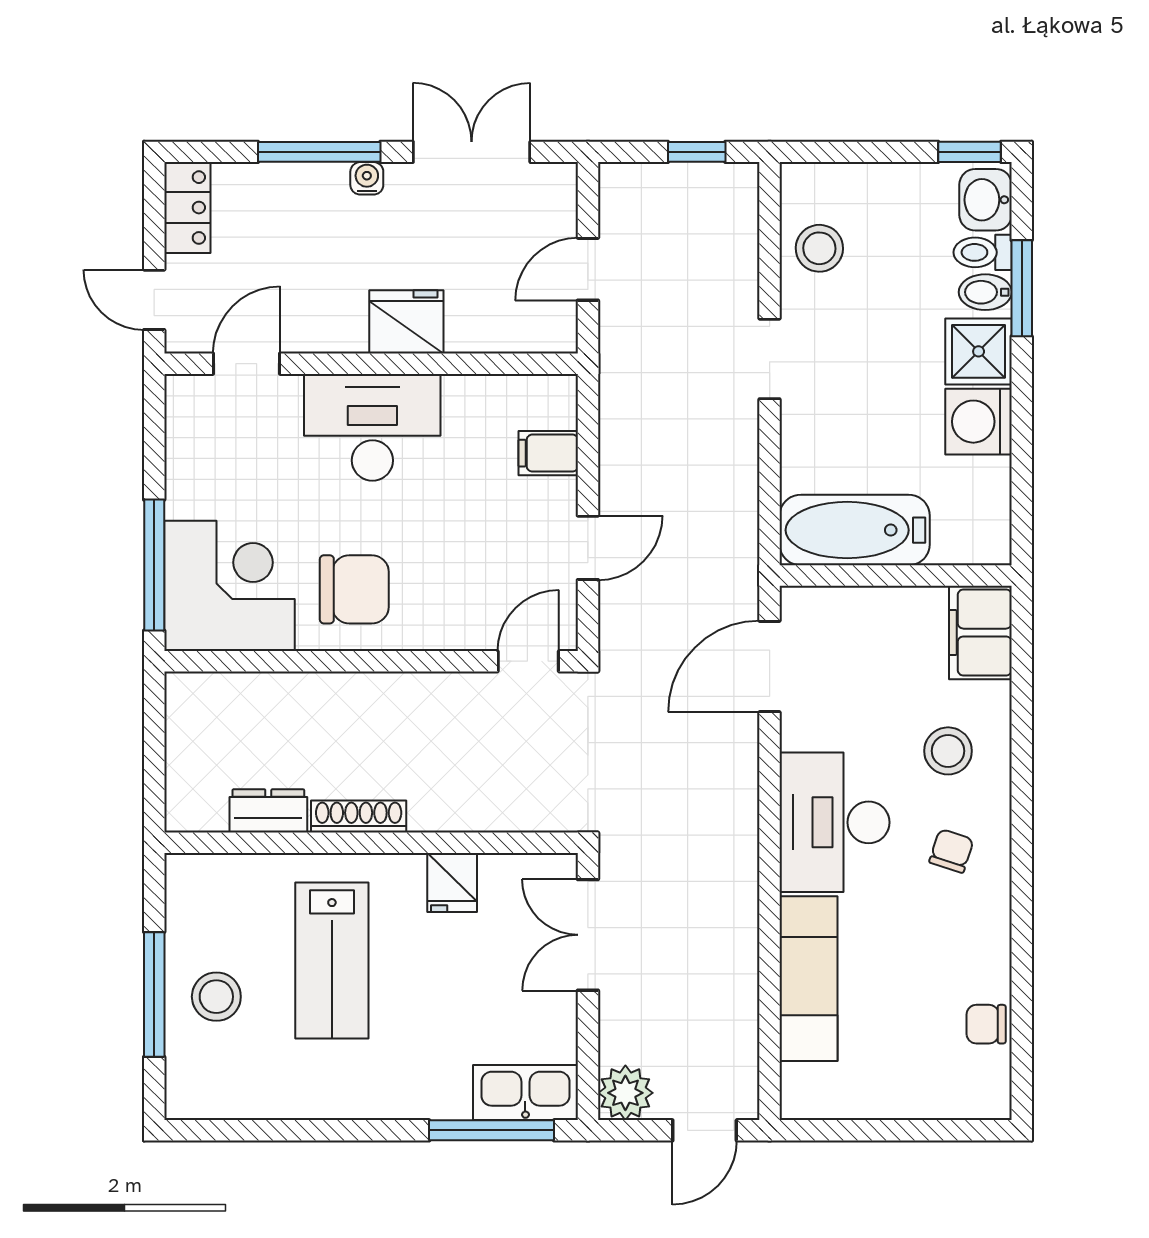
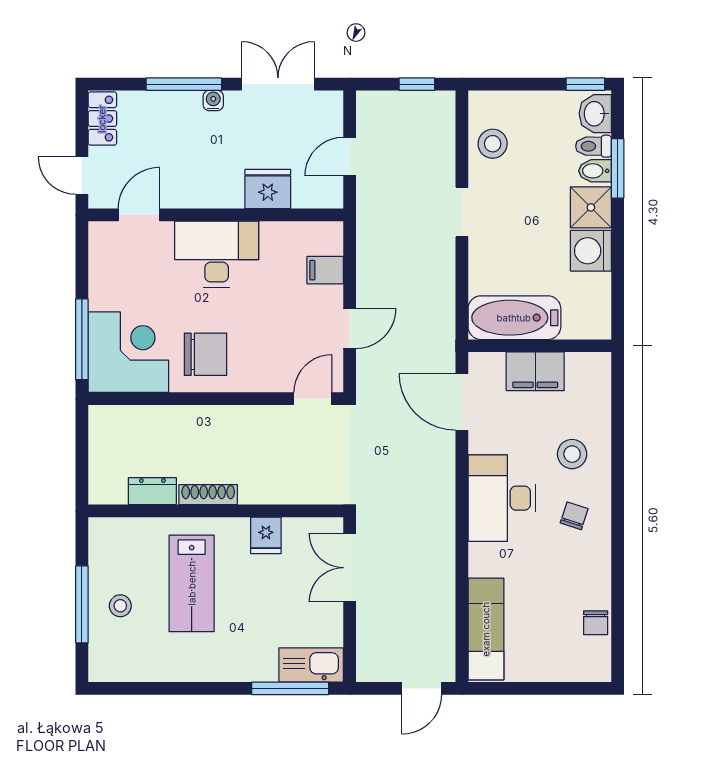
fridge: (406, 322) -> (268, 189), moved
filing cabinet: (980, 633) -> (535, 371), moved, turned -90
door: (770, 666) -> (462, 402), hinge flipped
exam couch: (808, 979) -> (486, 629), moved
stool: (216, 997) -> (120, 606), width x0.73, depth x0.73
chair: (986, 1024) -> (596, 623), turned -90
plant: (625, 1093) -> (373, 665), removed

